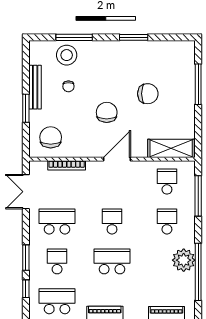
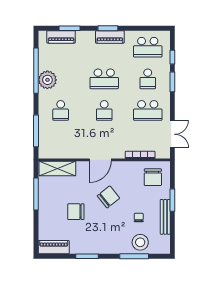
piano: (176, 49) -> (54, 247), added
window: (198, 84) -> (36, 194), moved
chair: (107, 112) -> (108, 197), turned -129
school desk: (167, 182) -> (61, 142), removed

